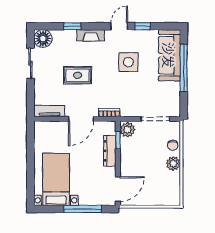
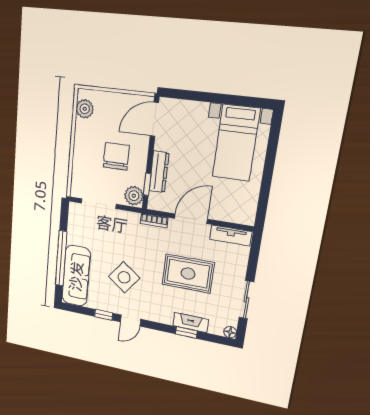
fireplace: (91, 35) -> (191, 323), moved
floor lamp: (43, 39) -> (230, 332), width x0.53, depth x0.53
side table: (128, 62) -> (124, 277), turned 37
rug: (78, 75) -> (188, 274), width x1.36, depth x1.43
chair: (173, 145) -> (116, 156), moved, width x1.87, depth x1.87
plant: (173, 163) -> (85, 109), moved
window: (83, 209) -> (205, 97), removed

